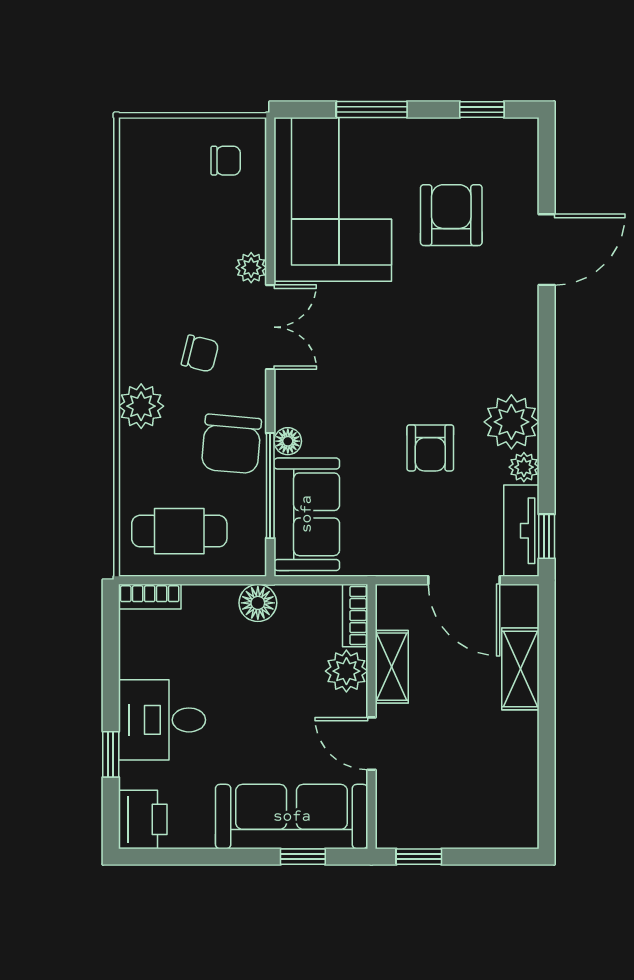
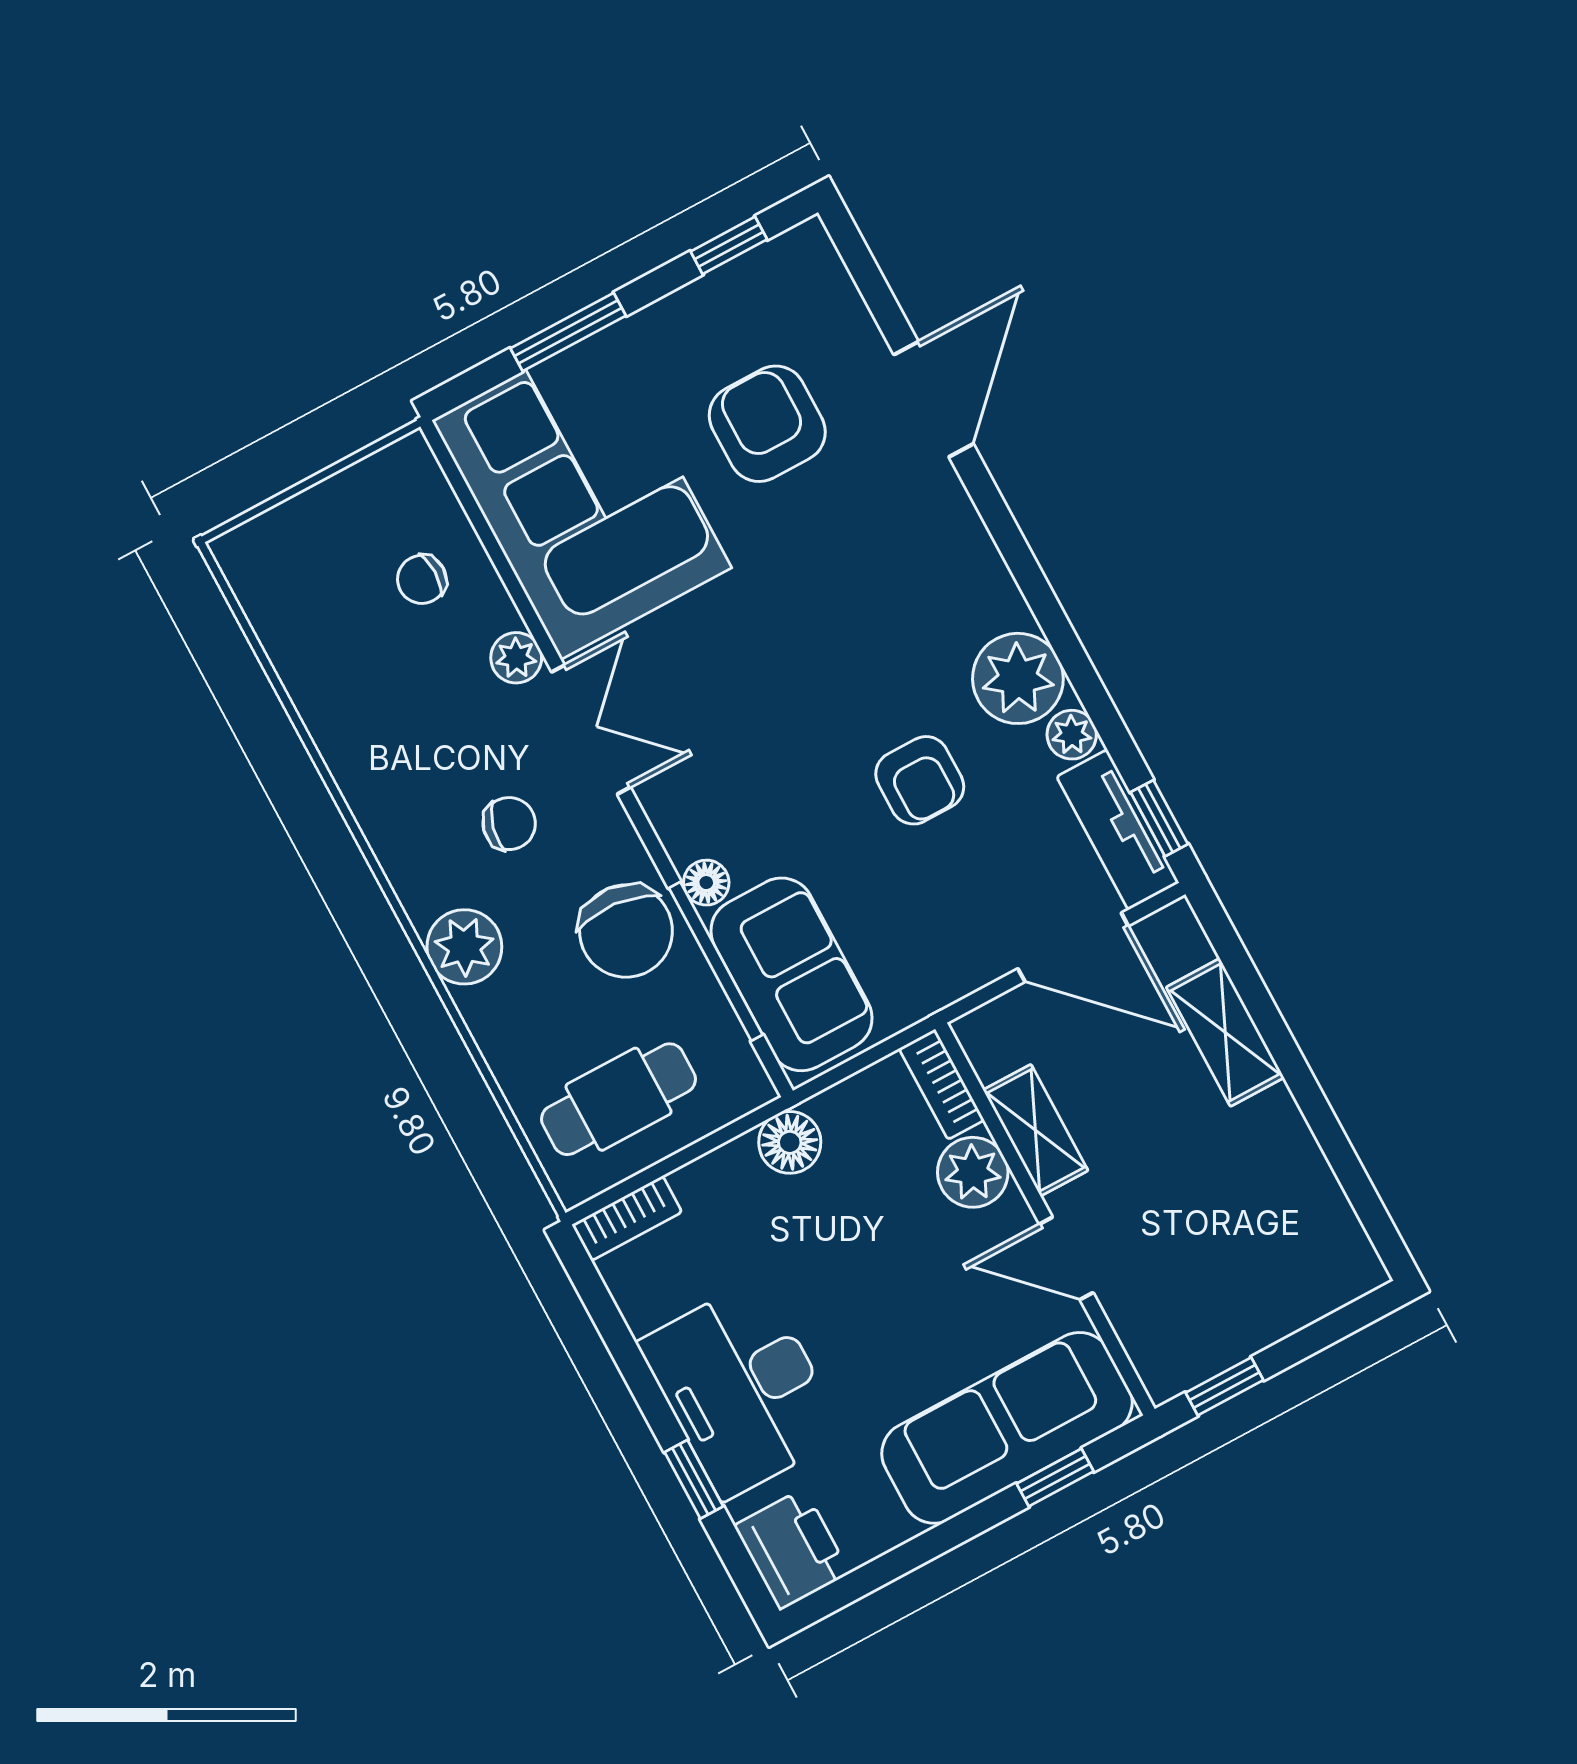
chair: (226, 161) -> (422, 579), moved, turned 180
desk: (162, 720) -> (742, 1389), width x1.37

